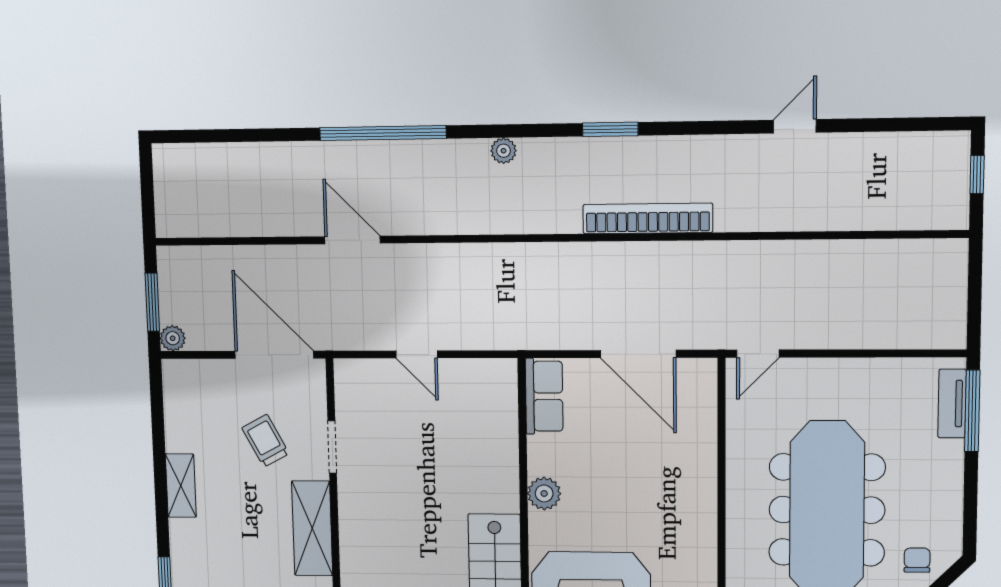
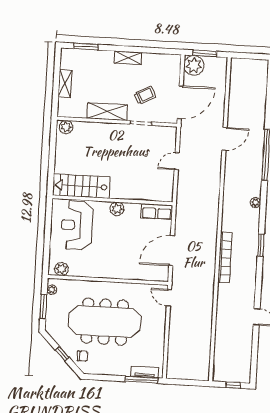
plant: (173, 338) -> (194, 65), width x1.87, depth x1.87

